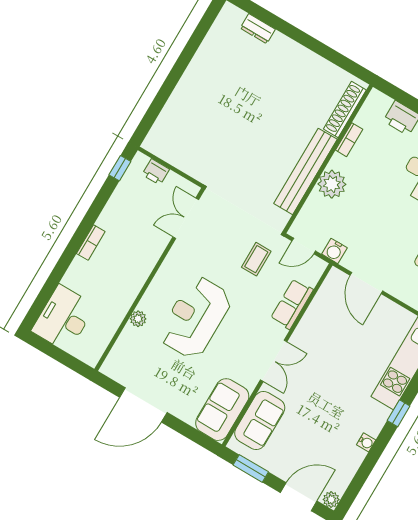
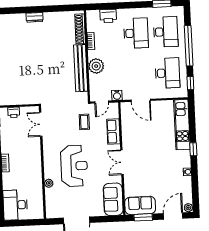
dresser: (258, 29) -> (35, 17), moved
reception desk: (195, 317) -> (74, 166), turned 180
double door: (274, 361) -> (122, 162), swing flipped
sofa: (260, 420) -> (140, 205), moved, turned -90

